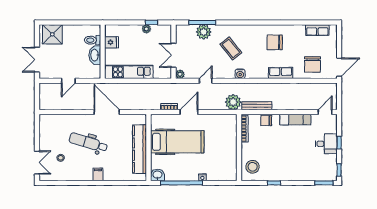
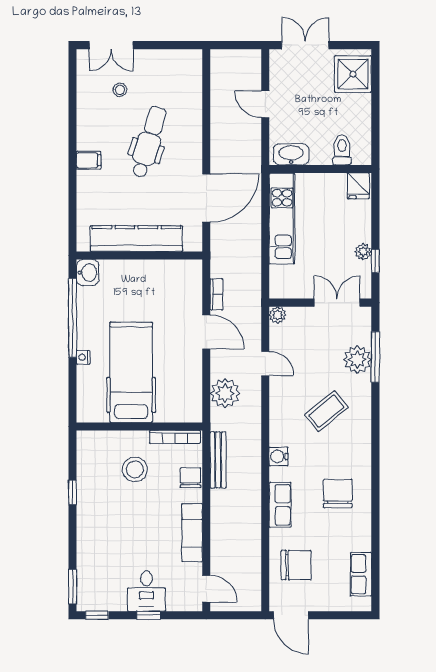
fridge: (112, 42) -> (358, 186), moved
washbasin: (95, 55) -> (291, 154), moved
double door: (173, 55) -> (337, 303), moved
chair: (312, 64) -> (296, 565), turned 180
water cooler: (240, 74) -> (279, 456), moved
plant: (233, 102) -> (225, 393), moved
door: (107, 112) -> (206, 198), moved
hospital bed: (177, 142) -> (131, 372), moved, turned 180
stool: (253, 167) -> (135, 469), moved

